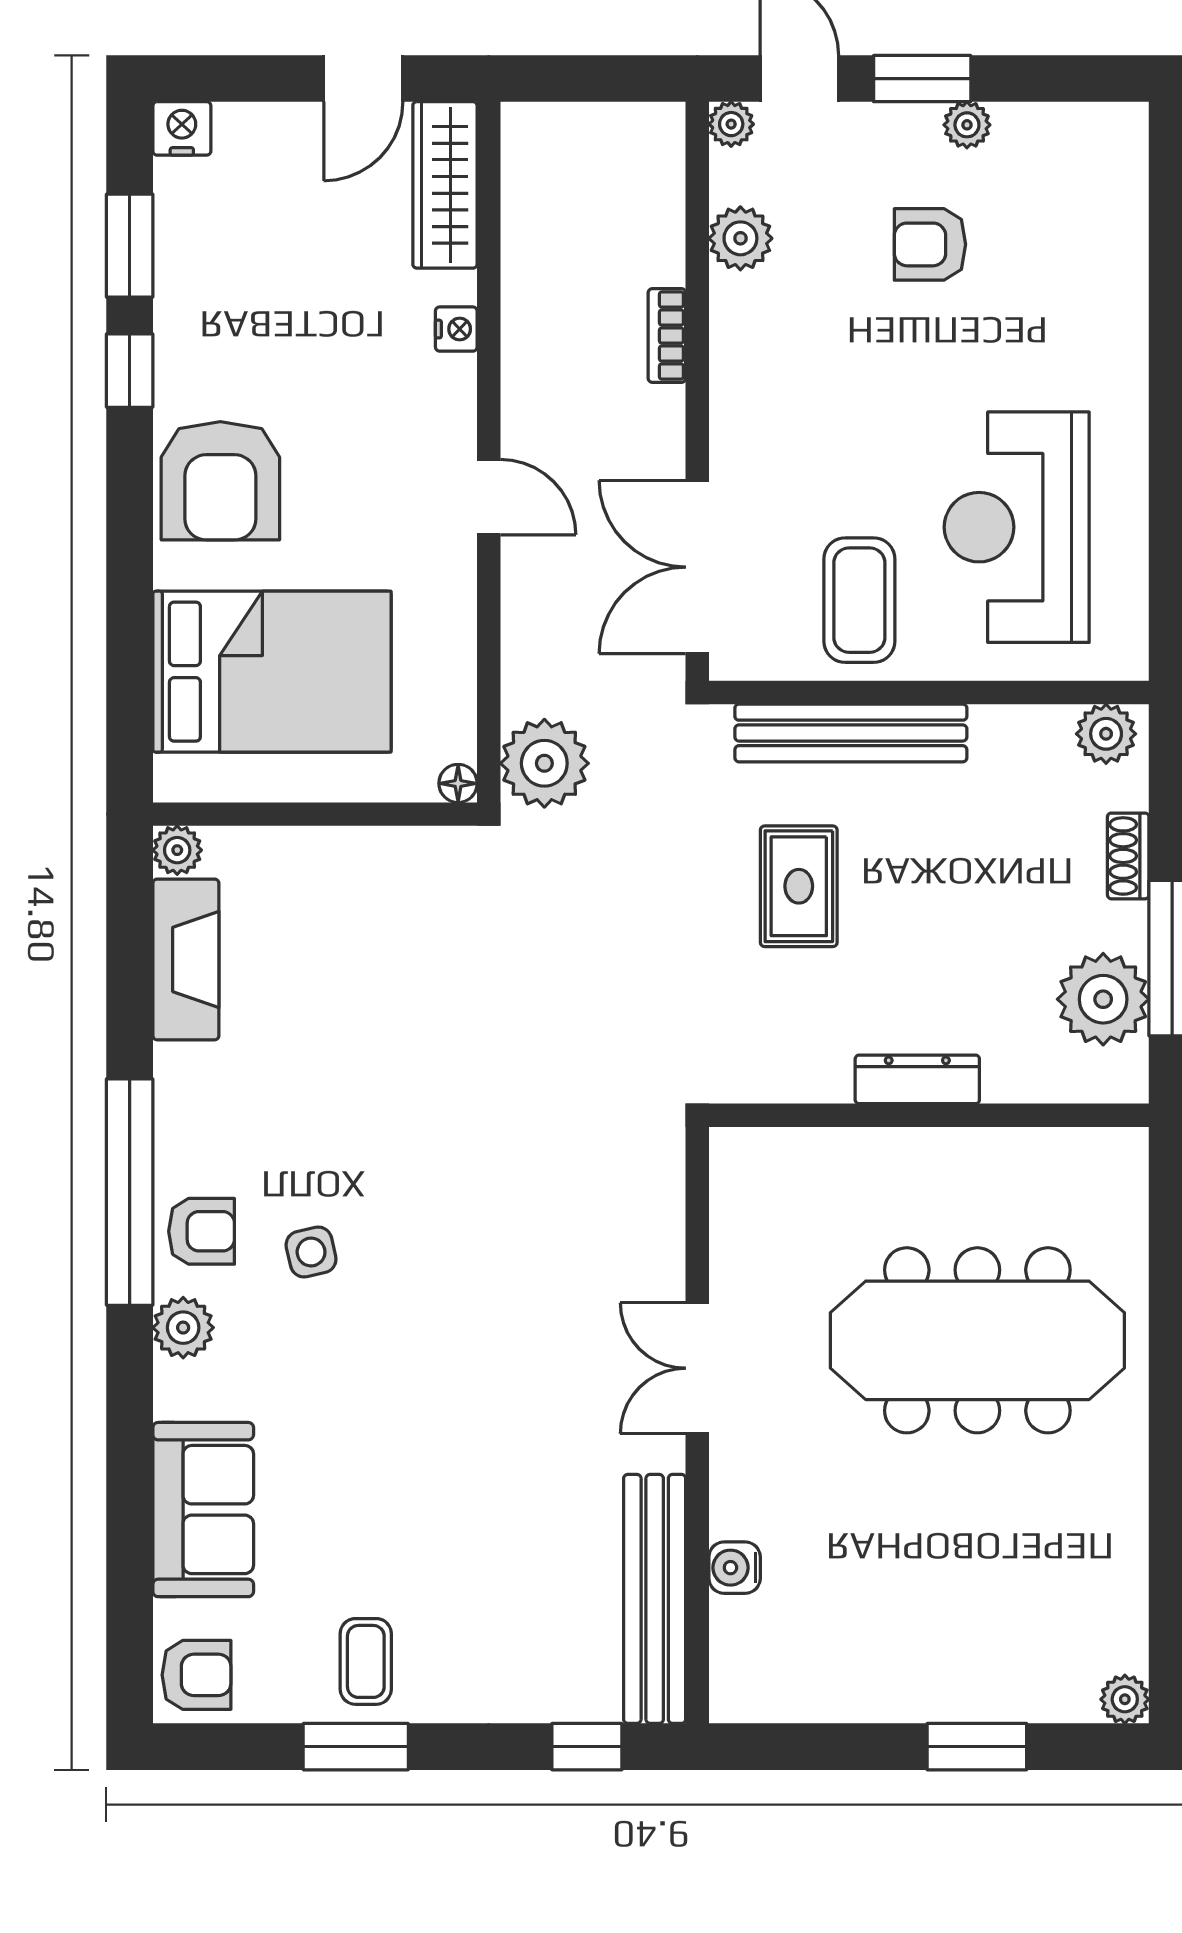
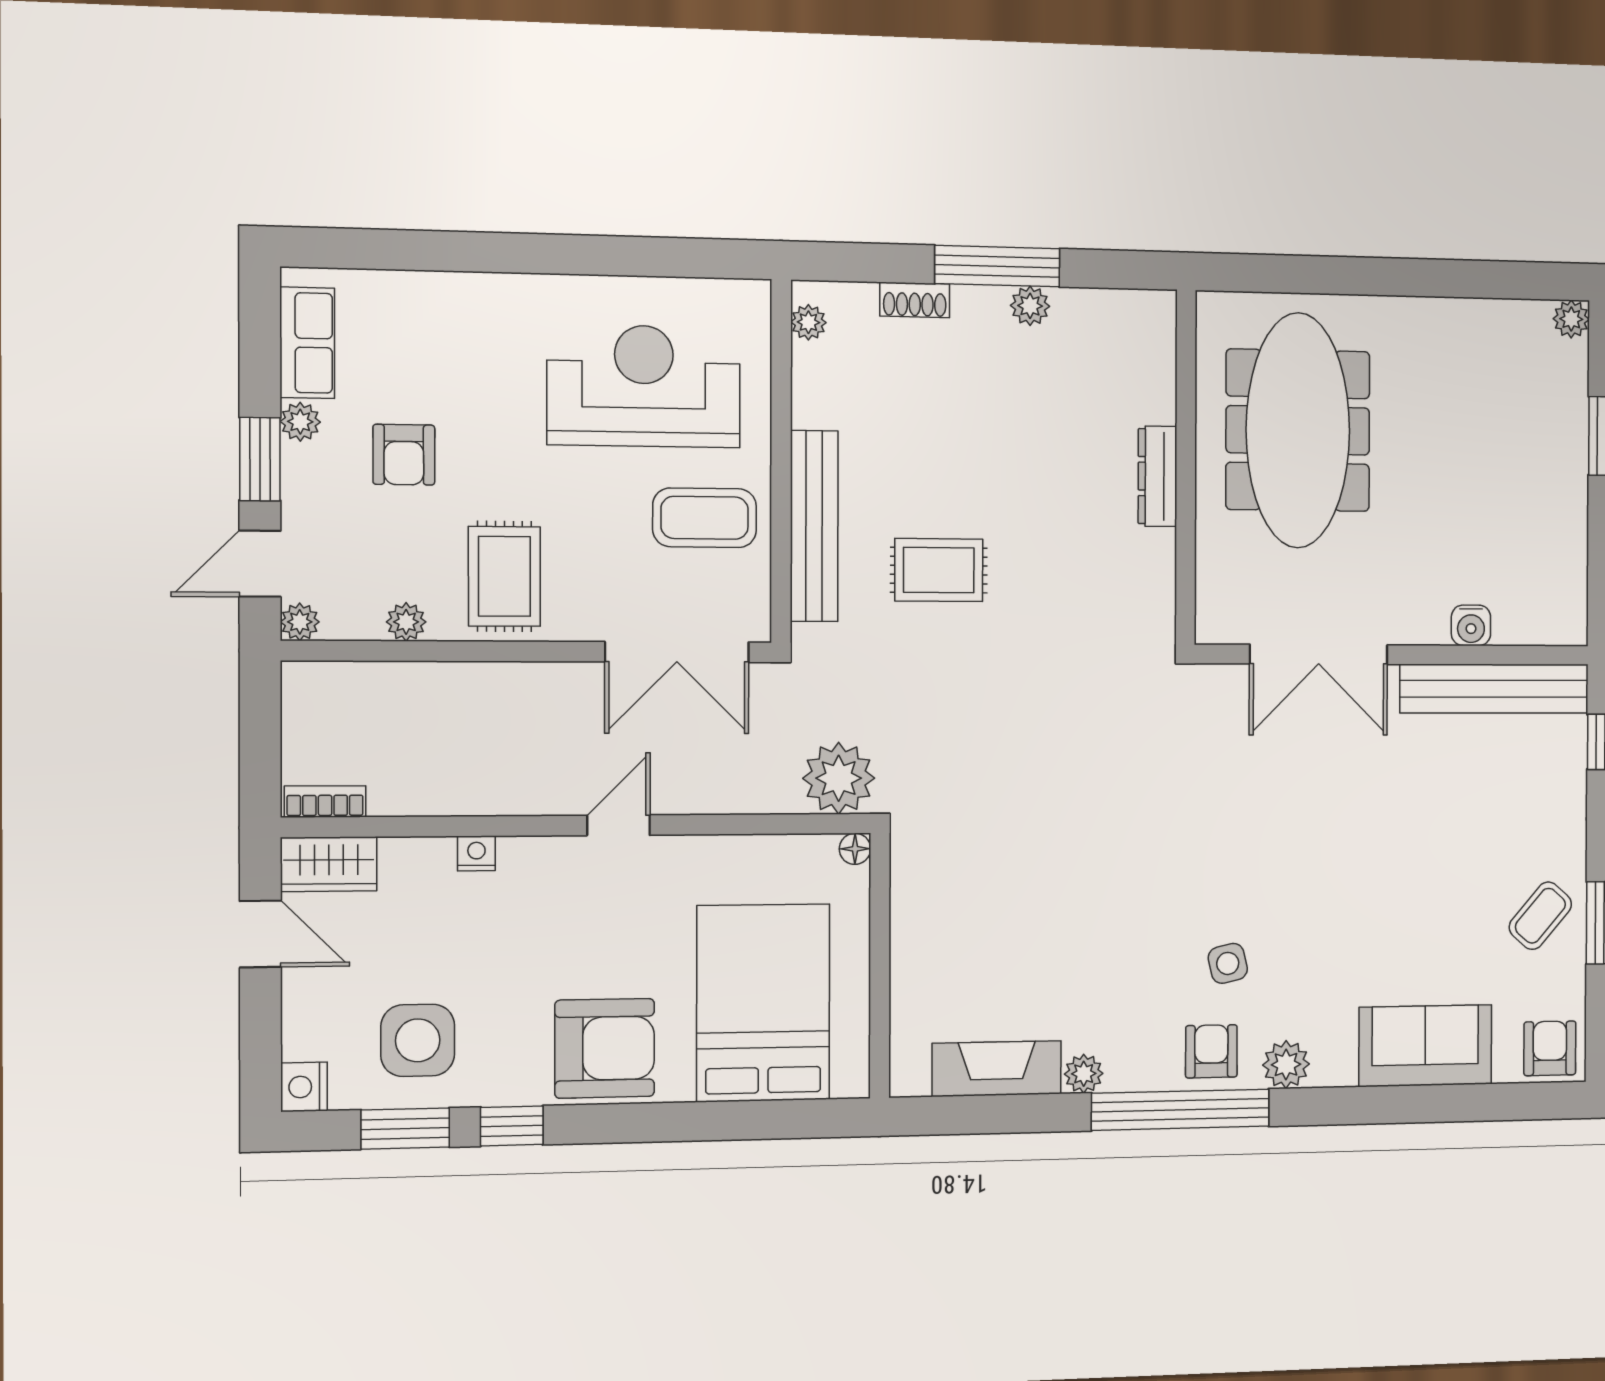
row of seats: (1060, 133) -> (307, 343), added
wardrobe: (445, 185) -> (329, 864), width x0.67
plant: (740, 238) -> (406, 622), width x0.73, depth x0.73
side table: (234, 260) -> (418, 1040), added
bookcase: (667, 336) -> (325, 802), moved, turned 180
rug: (787, 362) -> (504, 576), added
reception desk: (1017, 527) -> (644, 386), turned 180
plant: (1106, 734) -> (808, 322), width x0.73, depth x0.73
plant: (177, 850) -> (1084, 1074), moved
plant: (1103, 999) -> (1030, 306), width x0.53, depth x0.53
dresser: (917, 1079) -> (1158, 476), moved
wall: (929, 1115) -> (1186, 467), moved
double door: (697, 1368) -> (1319, 654), width x1.37
coffee table: (366, 1661) -> (1540, 916), turned -49

